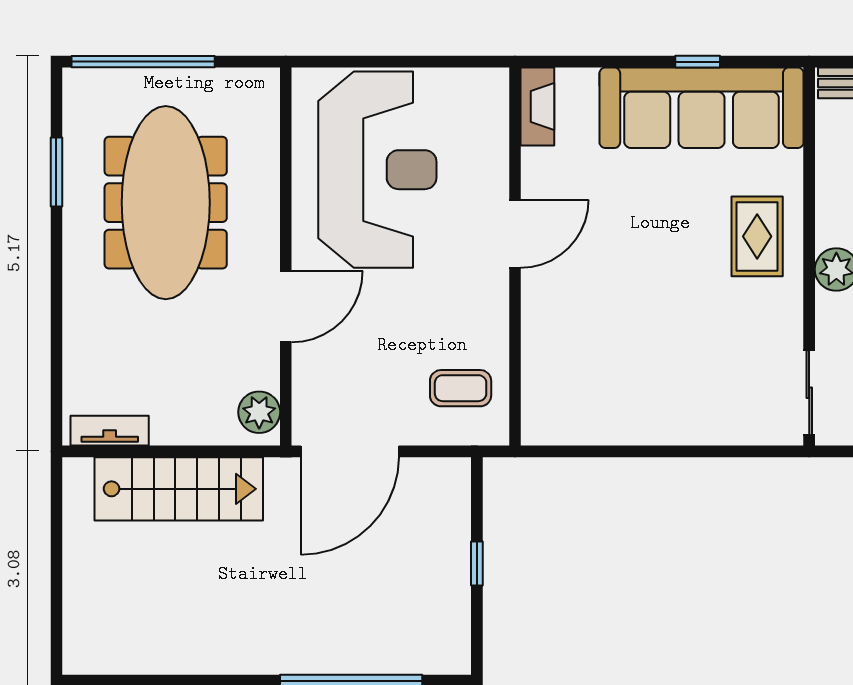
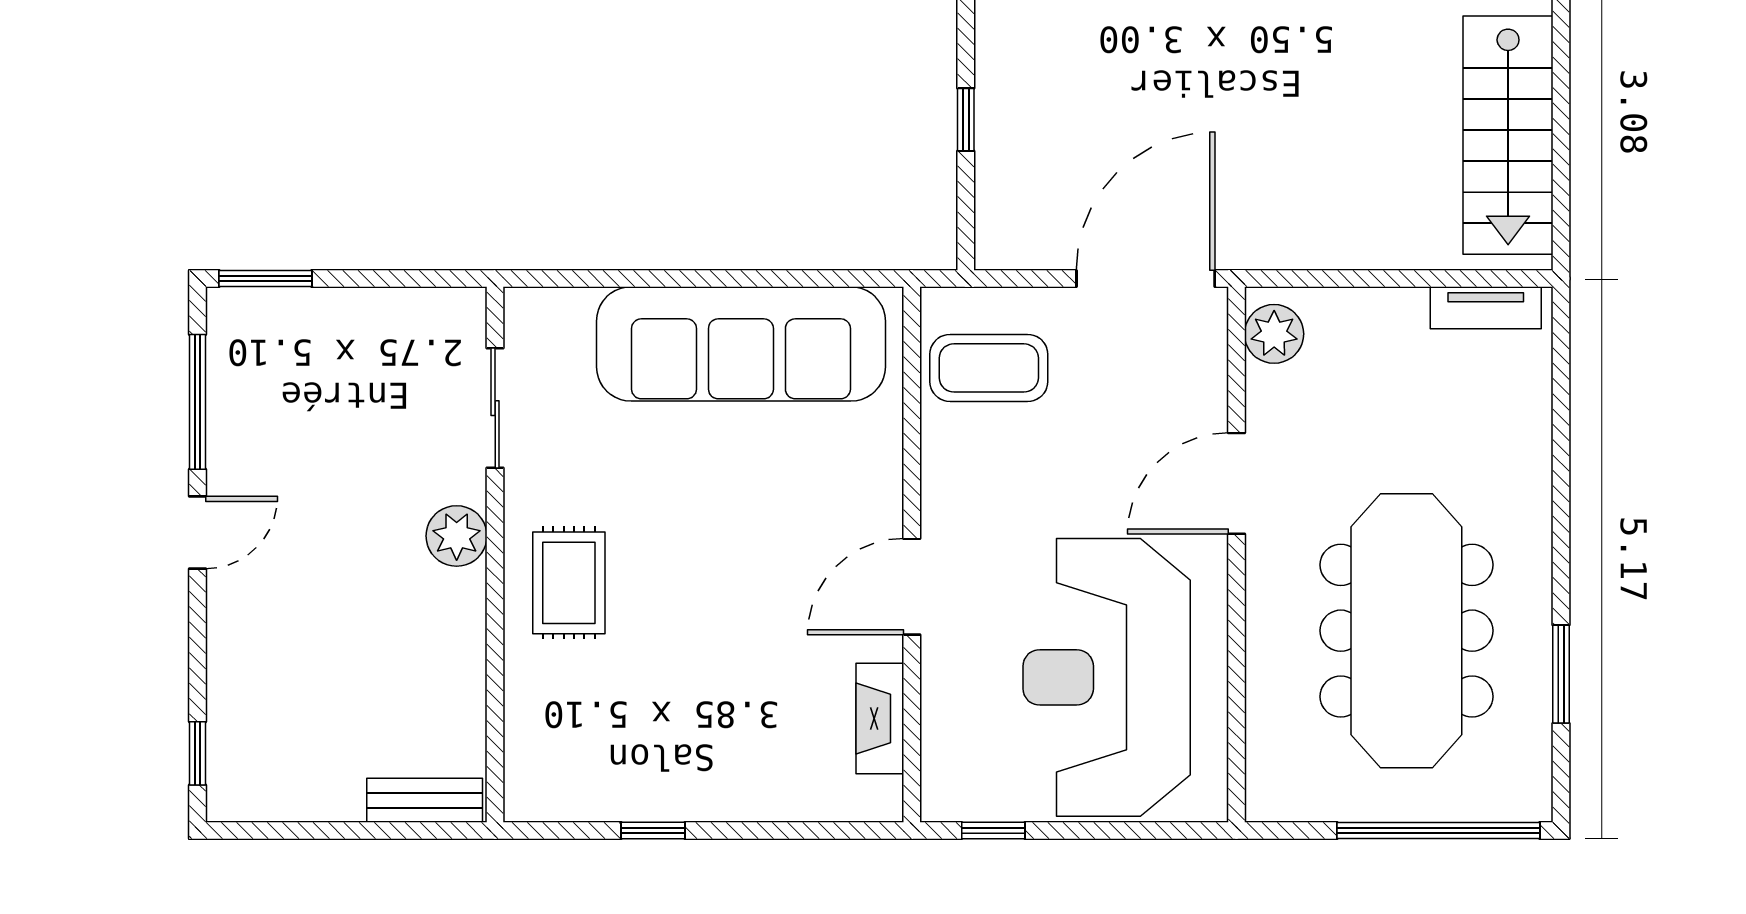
window: (457, 62) -> (993, 830), added
fireplace: (537, 106) -> (880, 718), moved
sofa: (702, 108) -> (741, 344), moved, turned 180
coffee table: (461, 388) -> (989, 368), width x1.36, depth x1.30
sliding door: (809, 393) -> (495, 408), moved
stairs: (179, 489) -> (1508, 135), moved, turned -90

